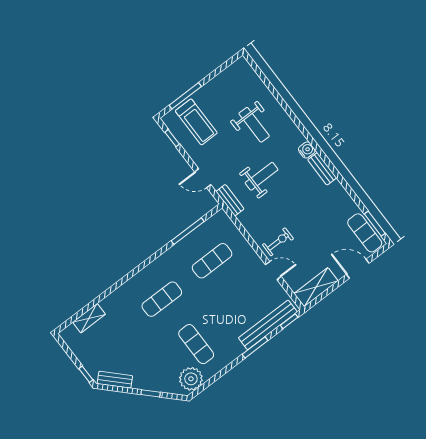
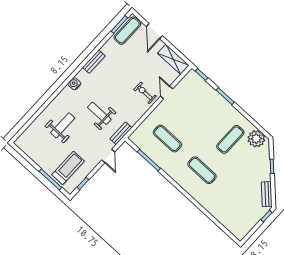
bench: (322, 169) -> (94, 62), moved
shelving: (89, 318) -> (225, 221), removed
bench: (268, 325) -> (207, 90), removed

